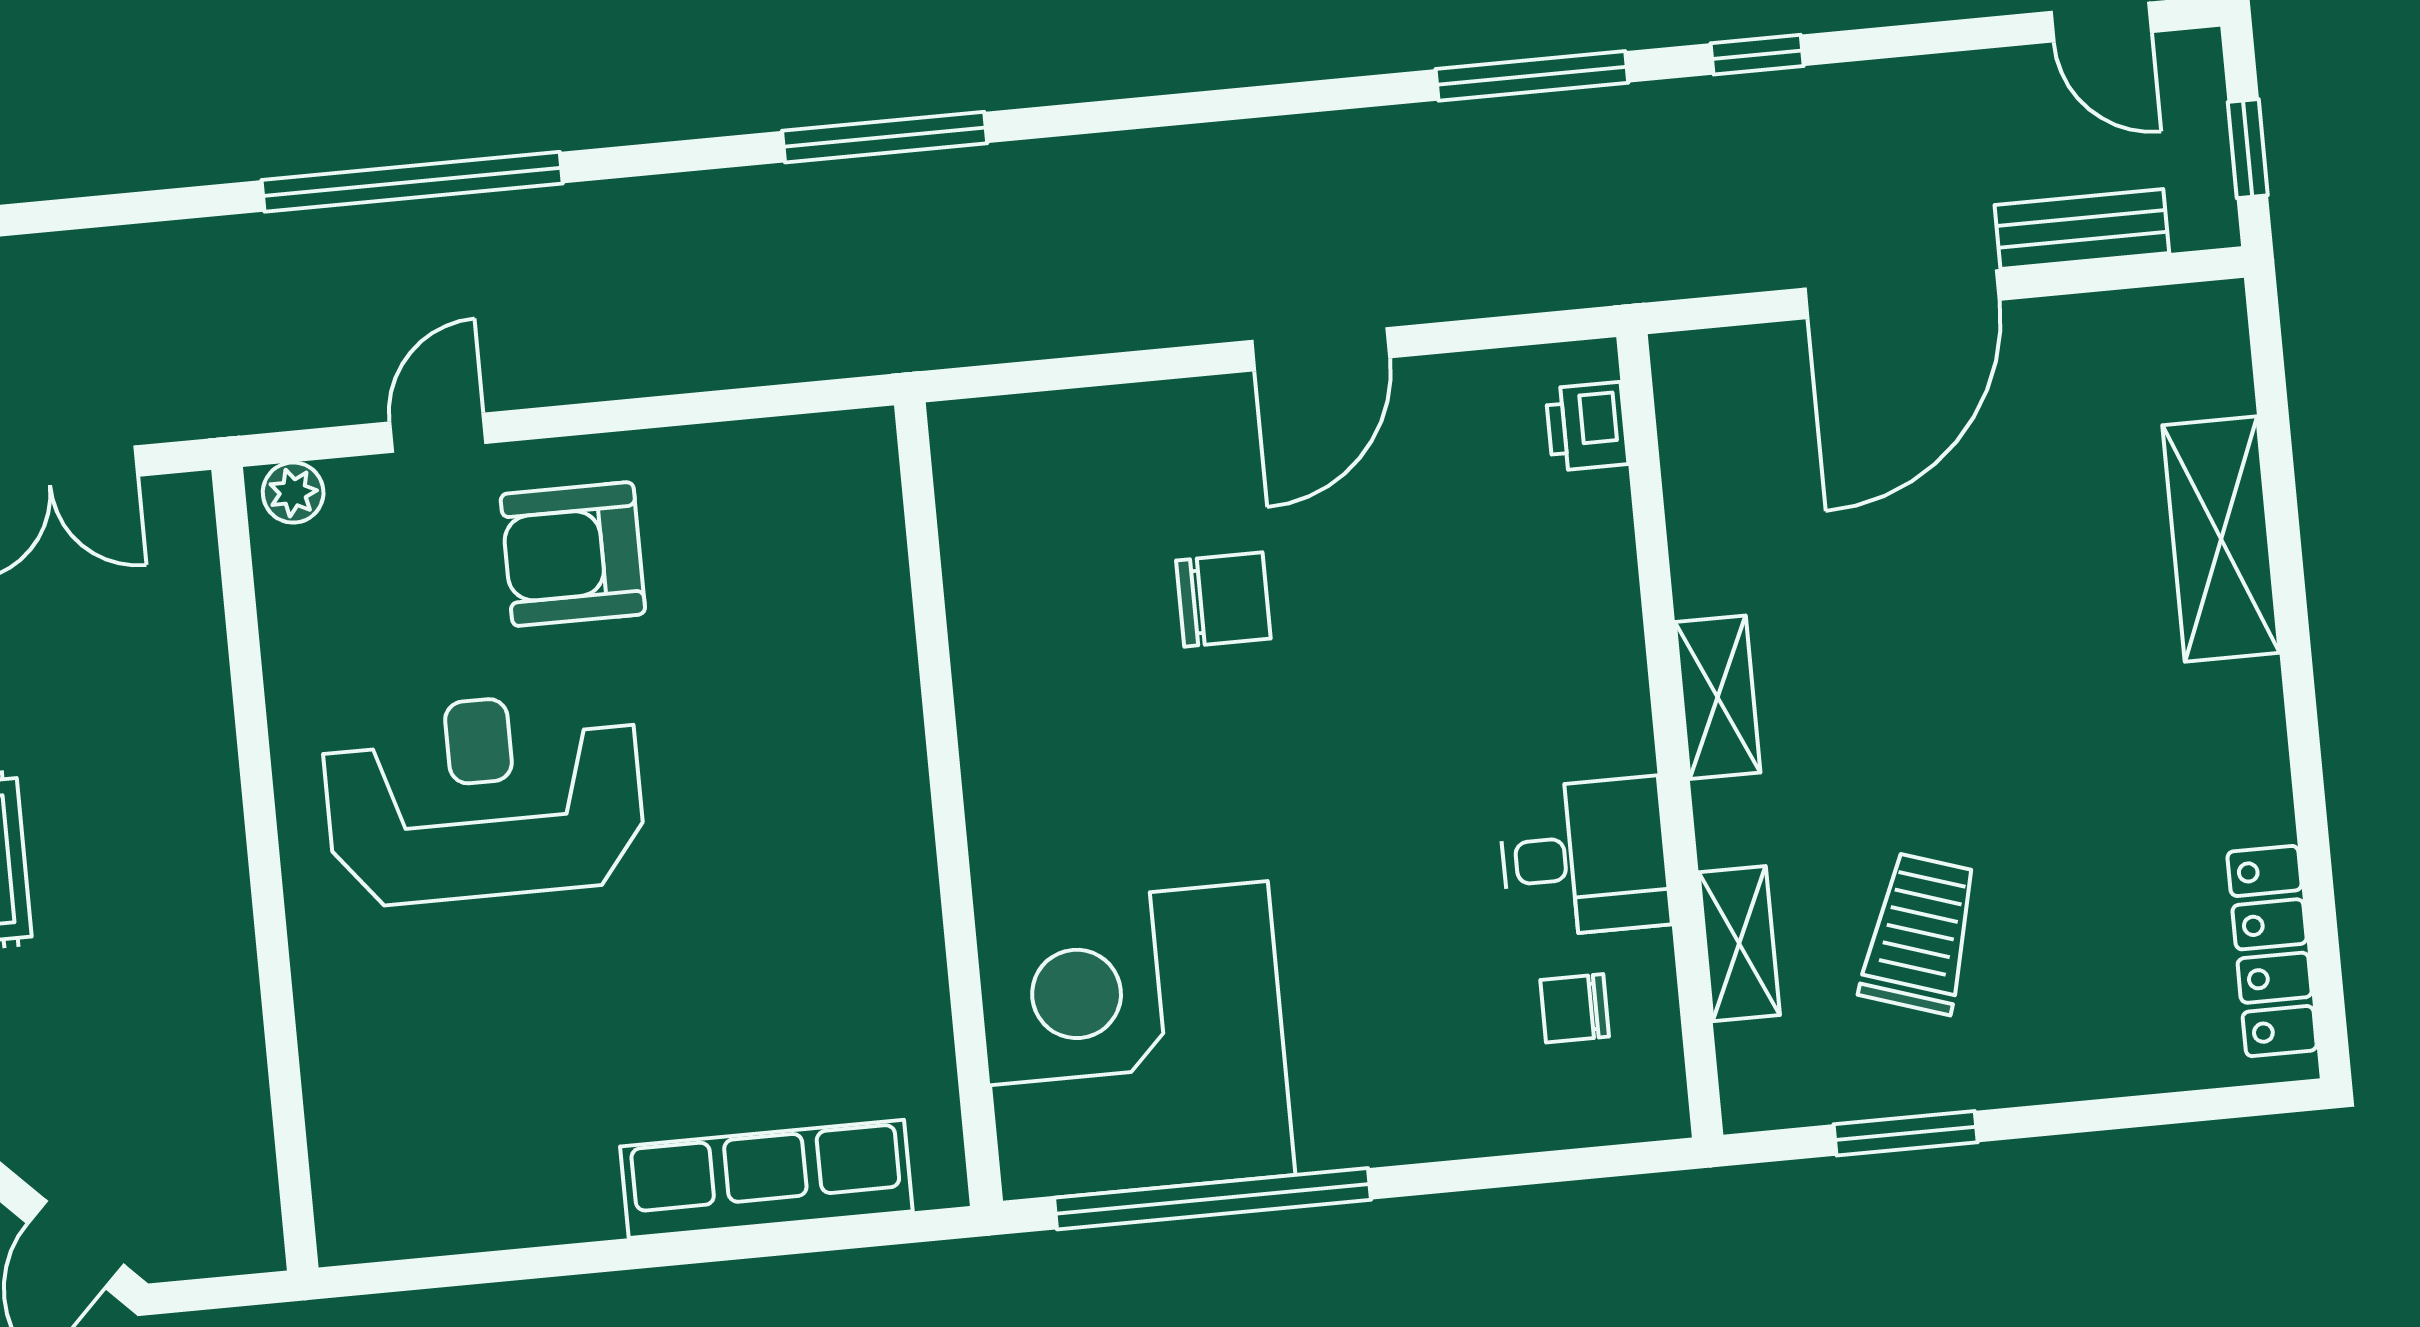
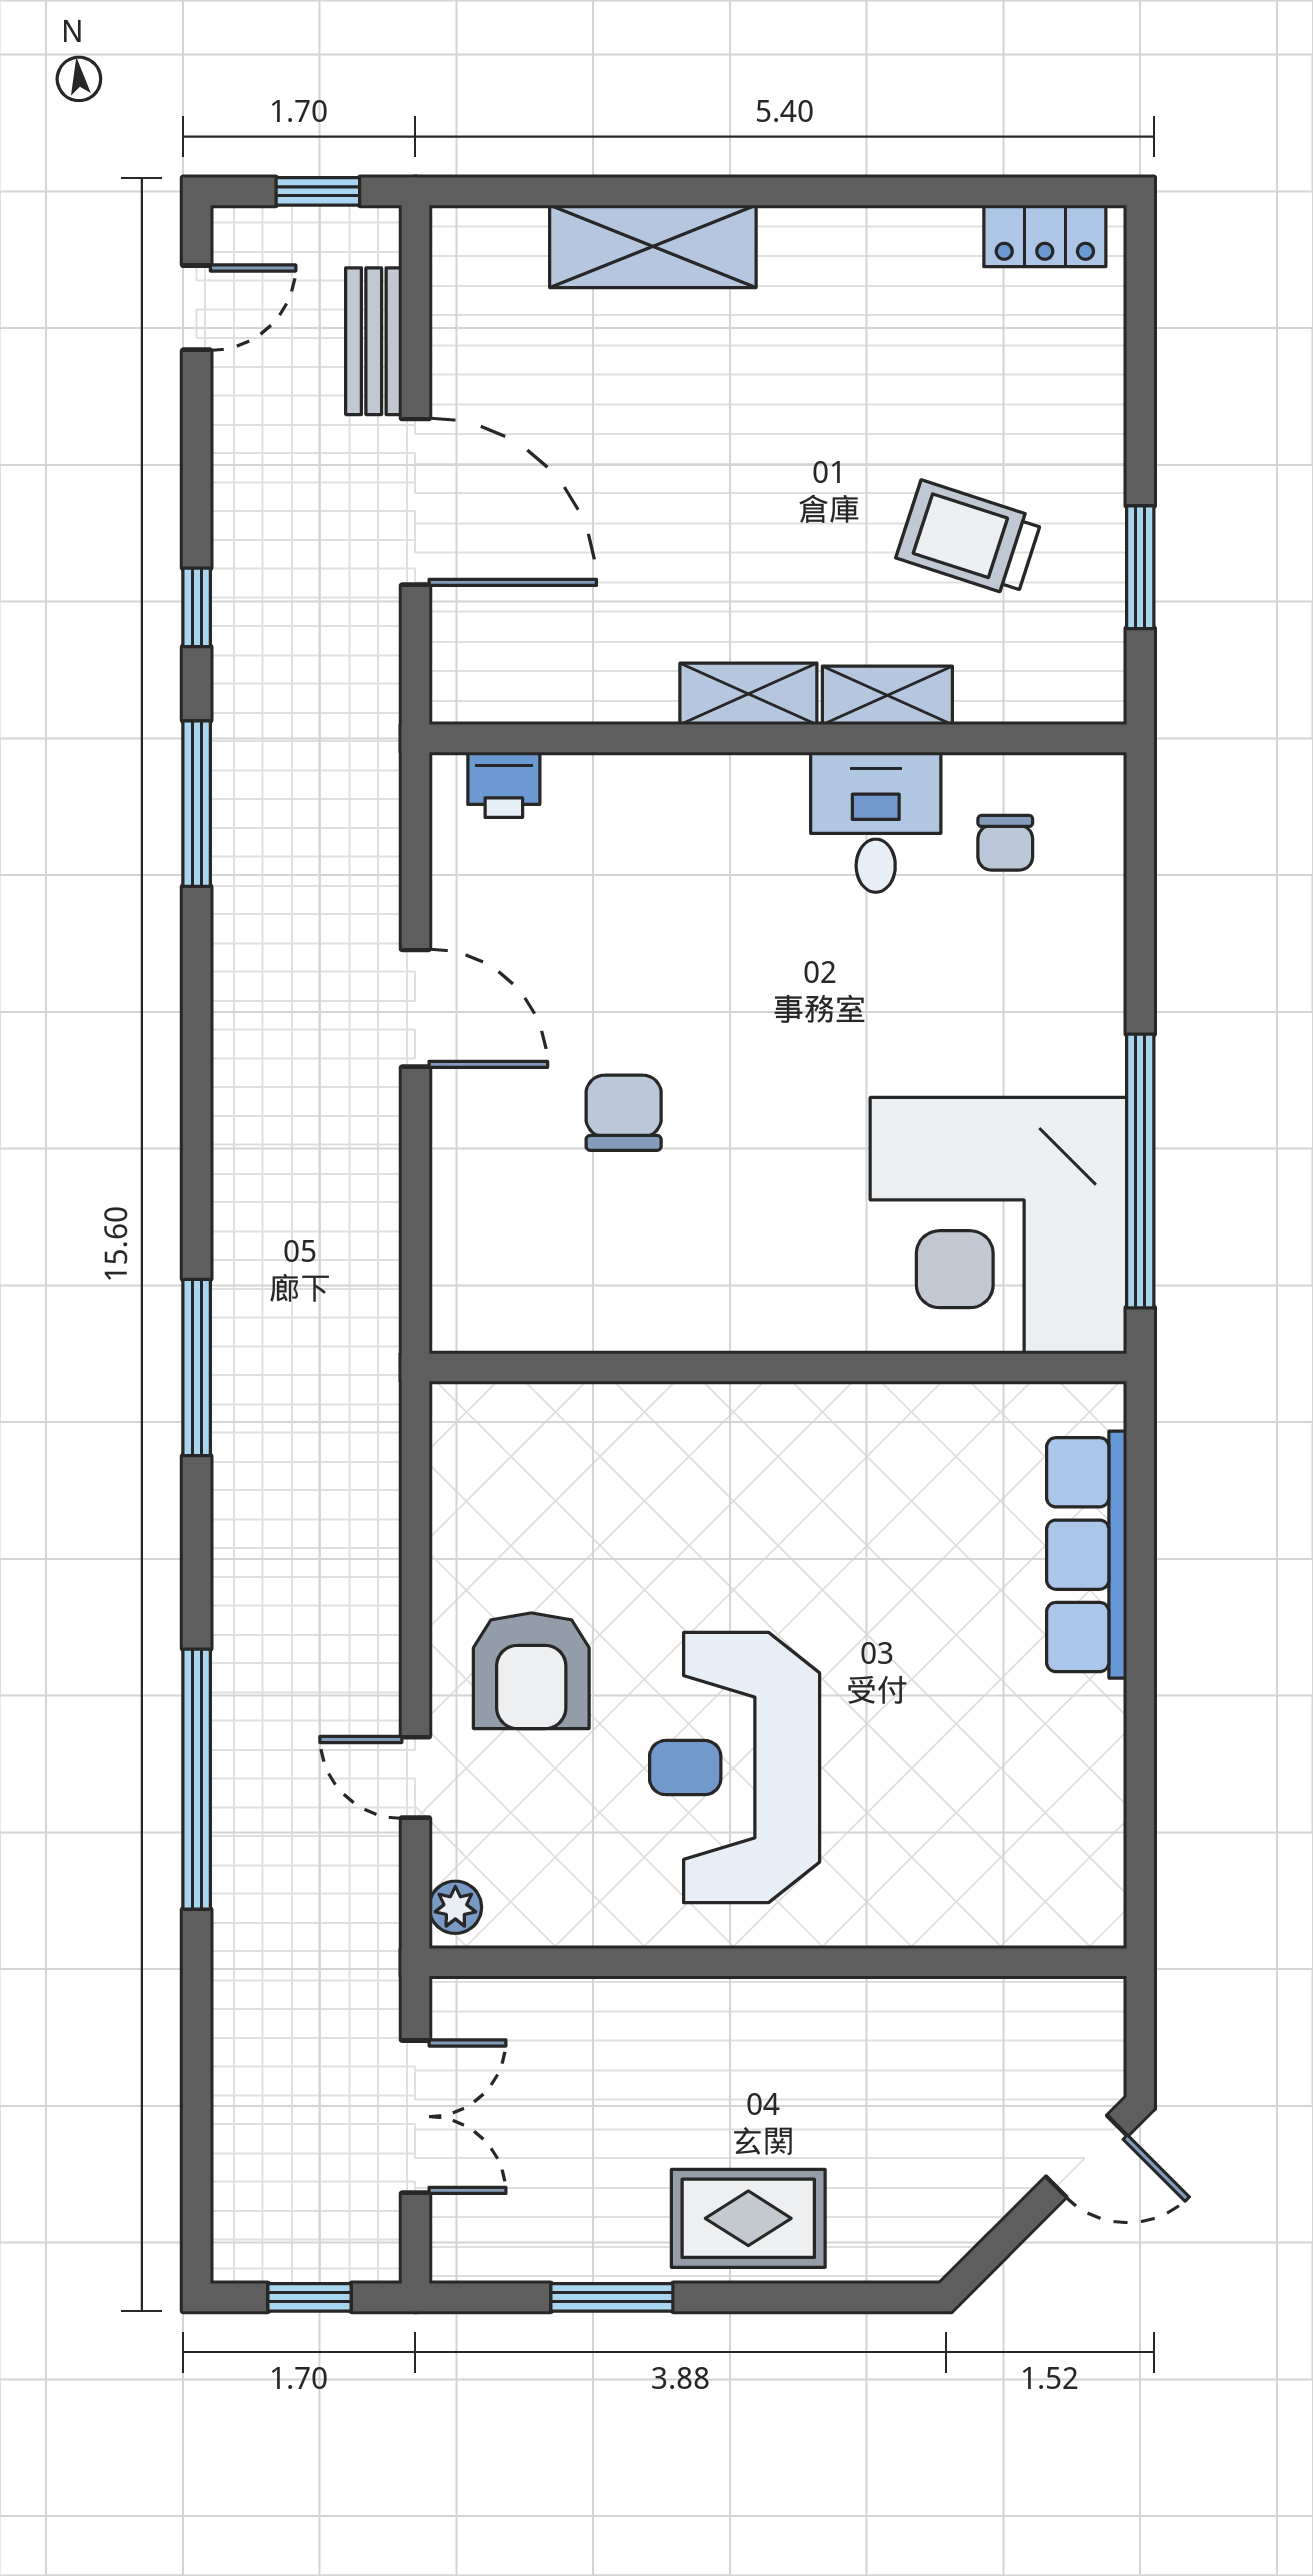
shelving: (1739, 944) -> (887, 695), moved
locker: (2272, 951) -> (1045, 236), width x0.66

